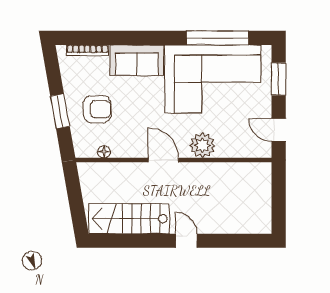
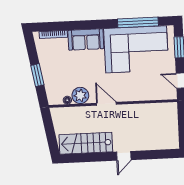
armchair: (97, 109) -> (61, 73), removed
plant: (202, 145) -> (80, 95), moved
door: (186, 241) -> (124, 156), swing flipped

